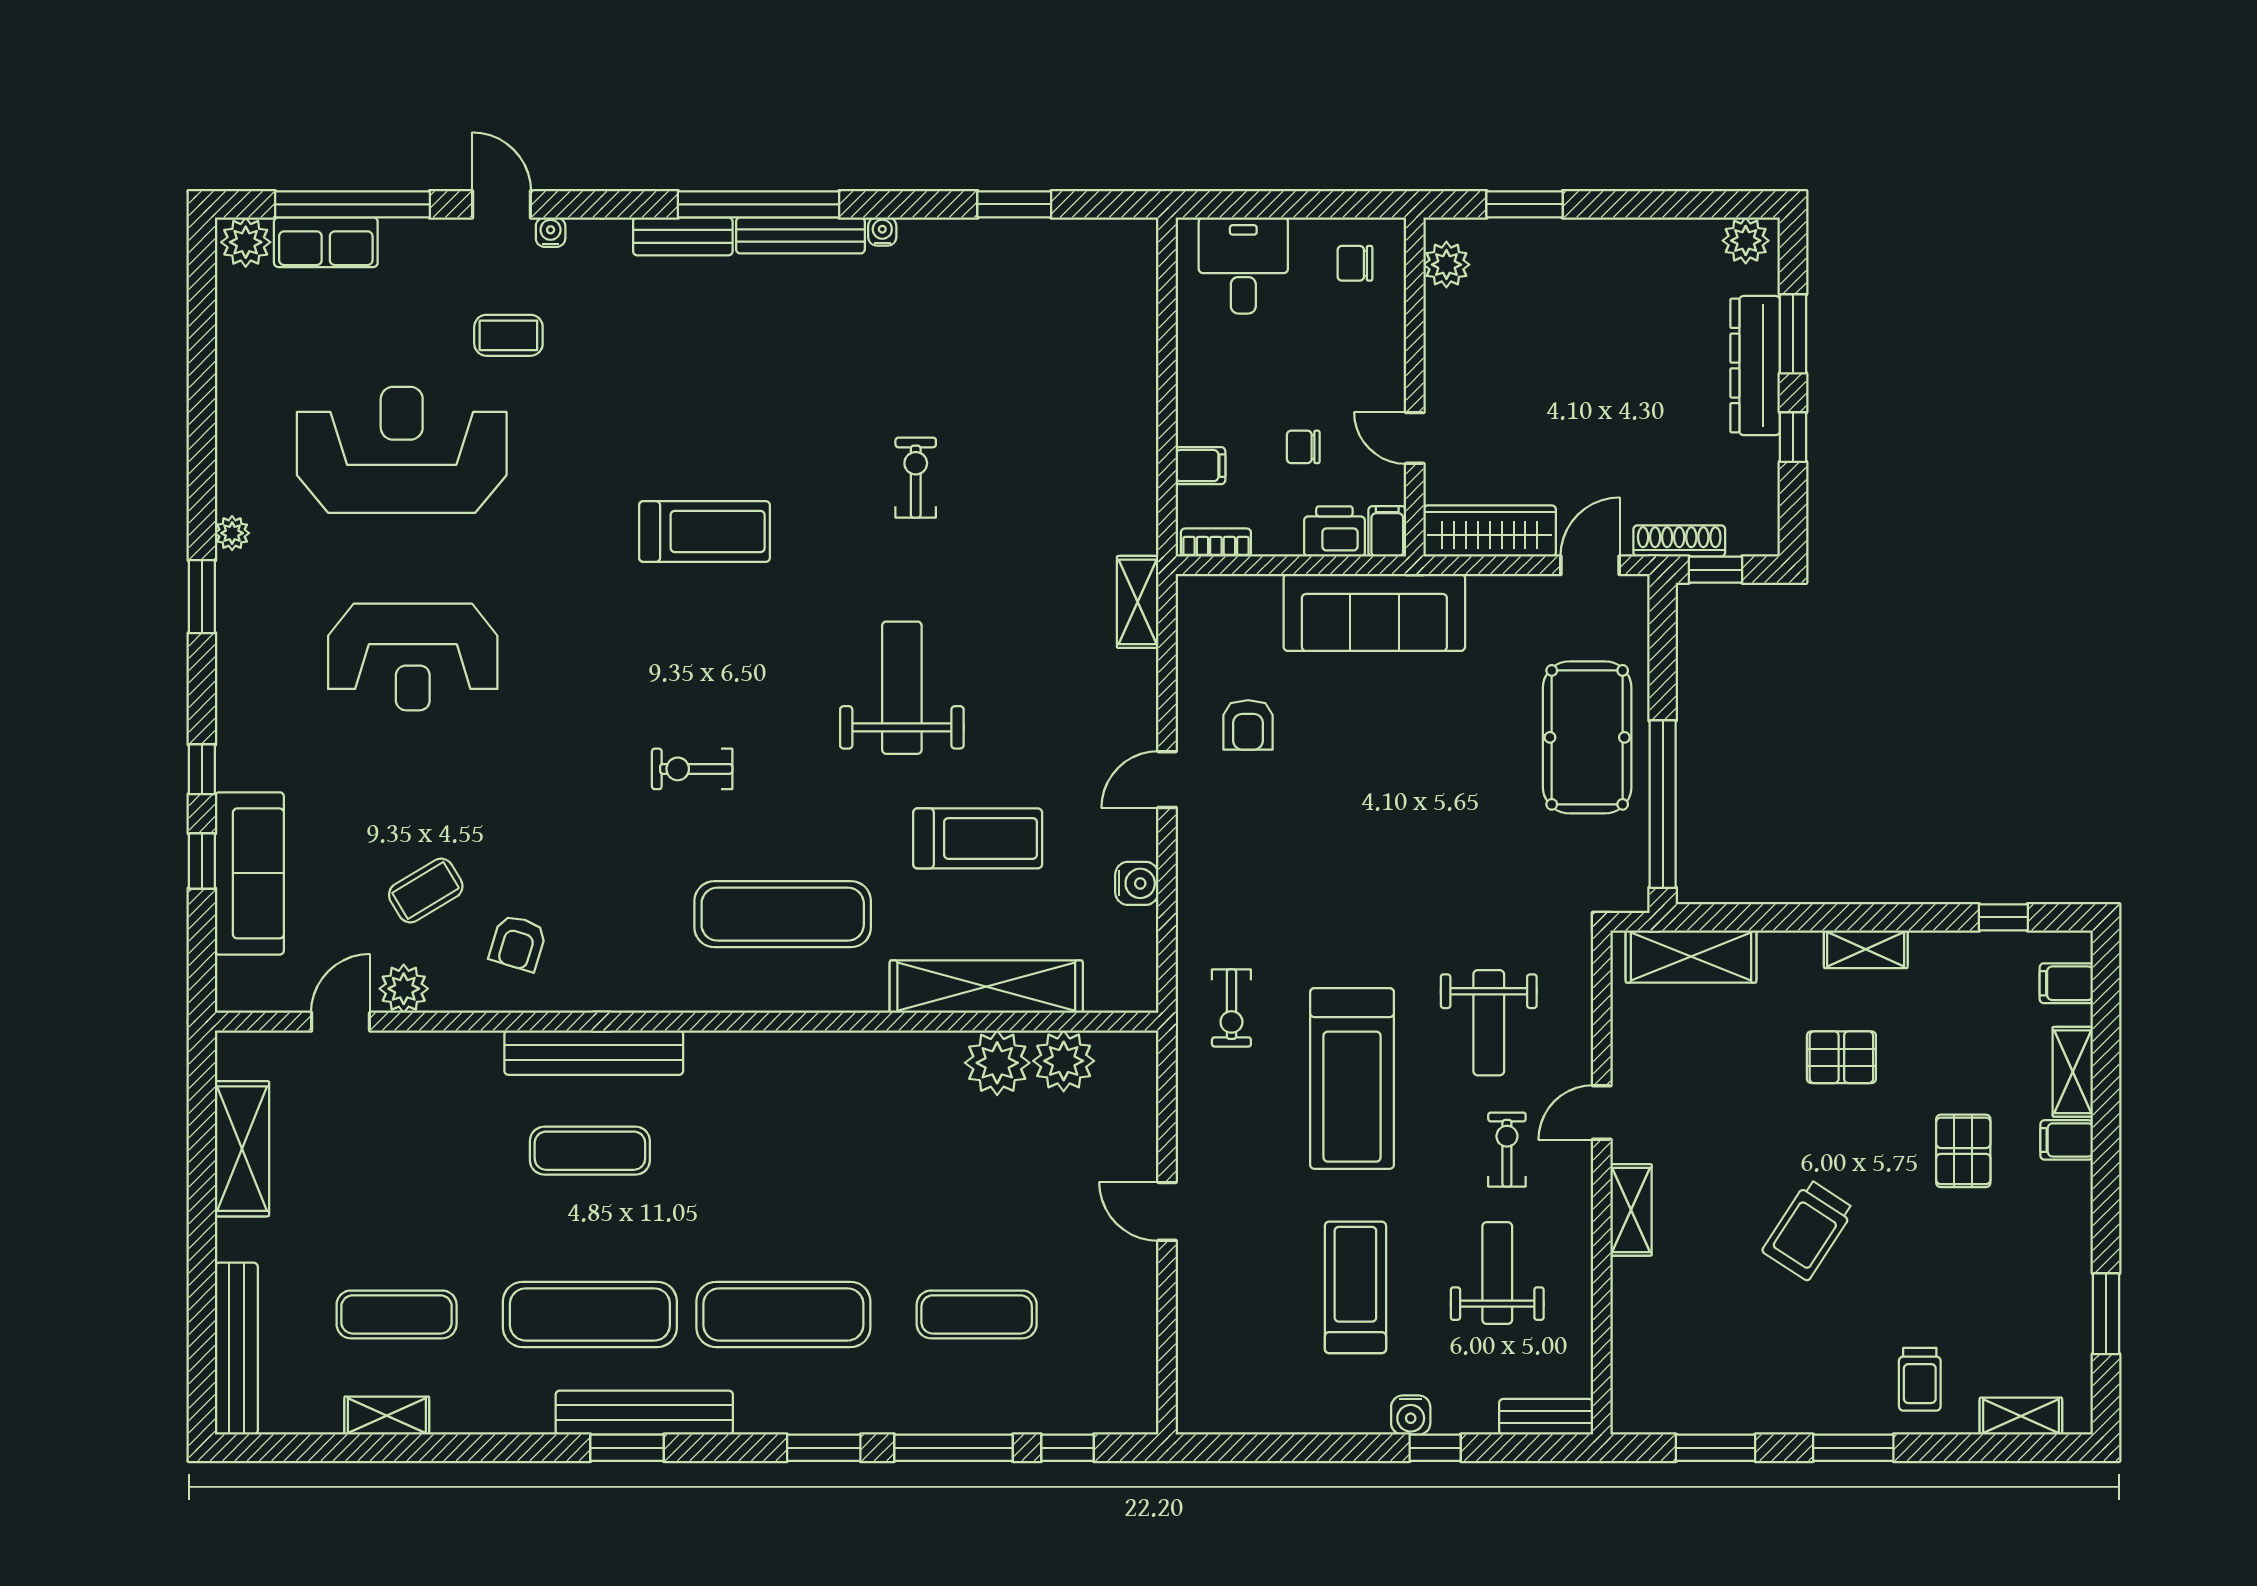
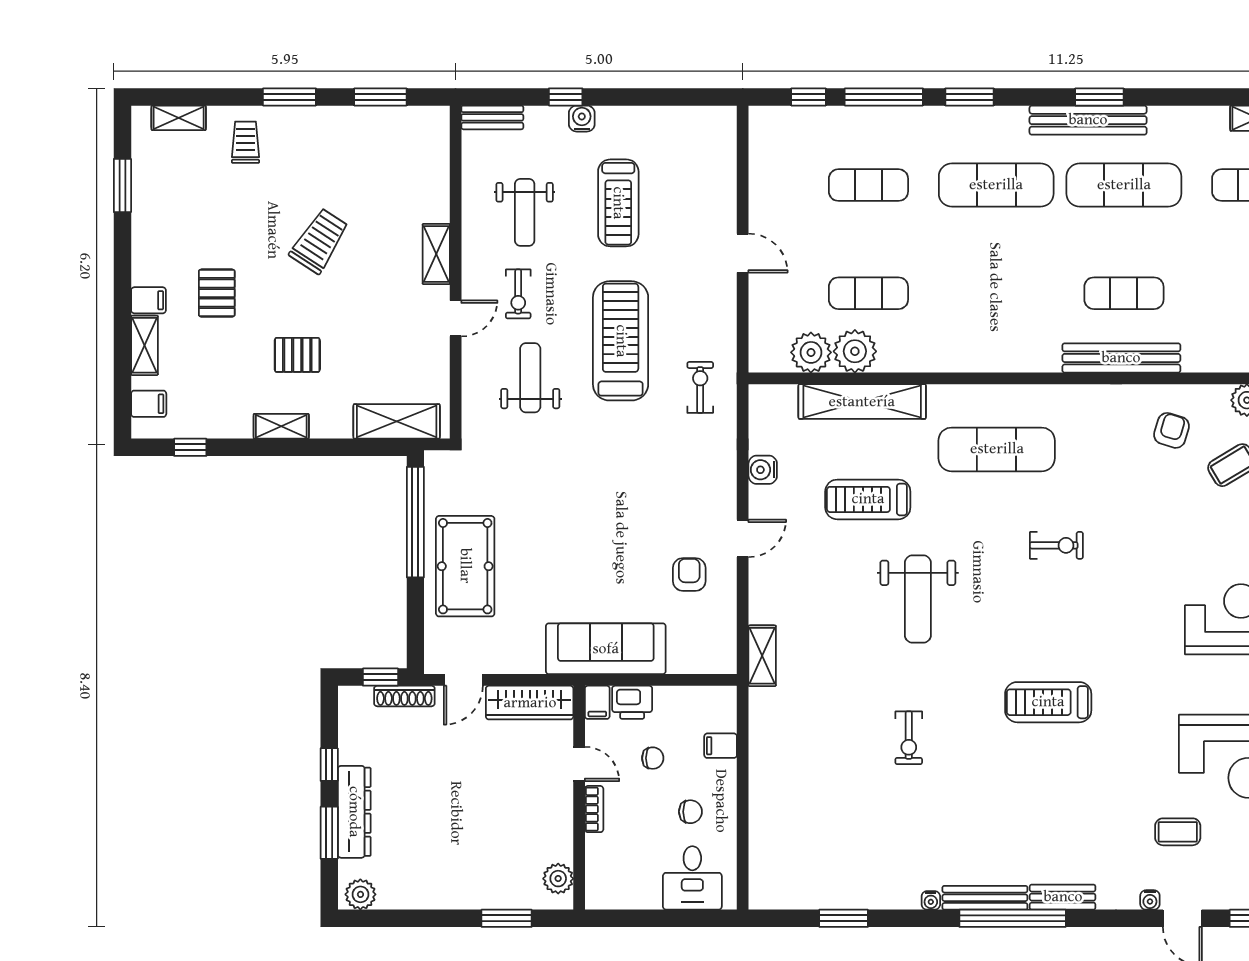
chair: (1355, 263) -> (690, 812), moved
bookcase: (1216, 542) -> (594, 809), moved, turned -90
exercise mat: (977, 1151) -> (868, 293), added

